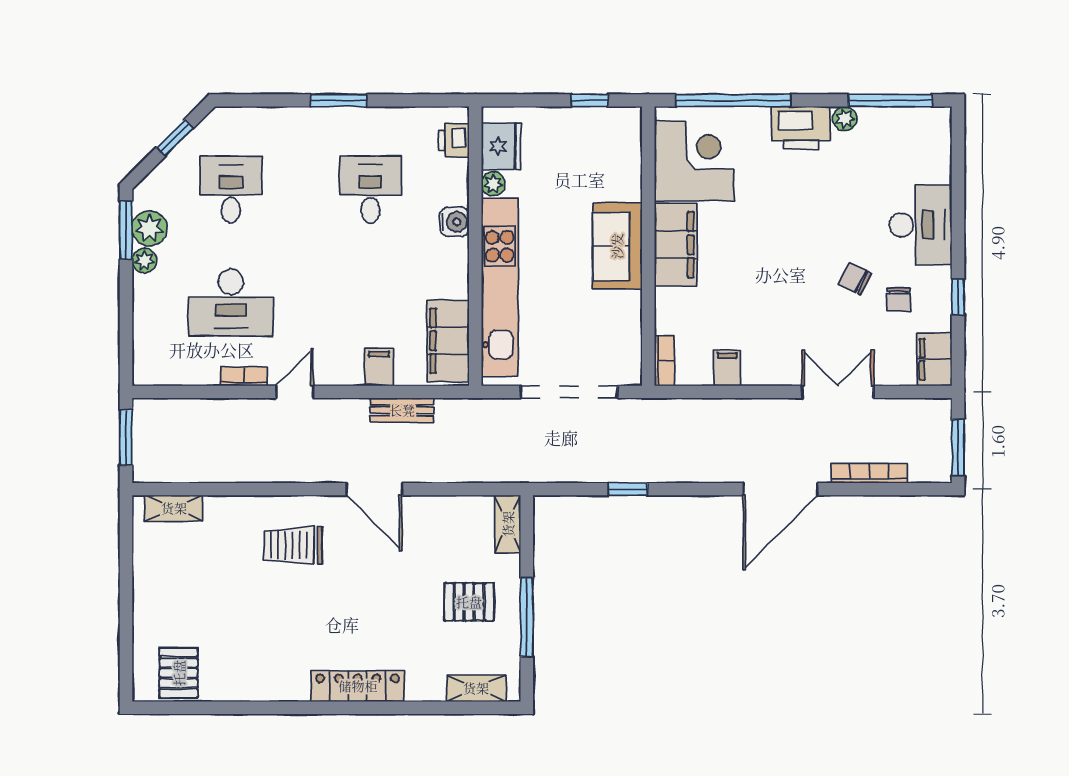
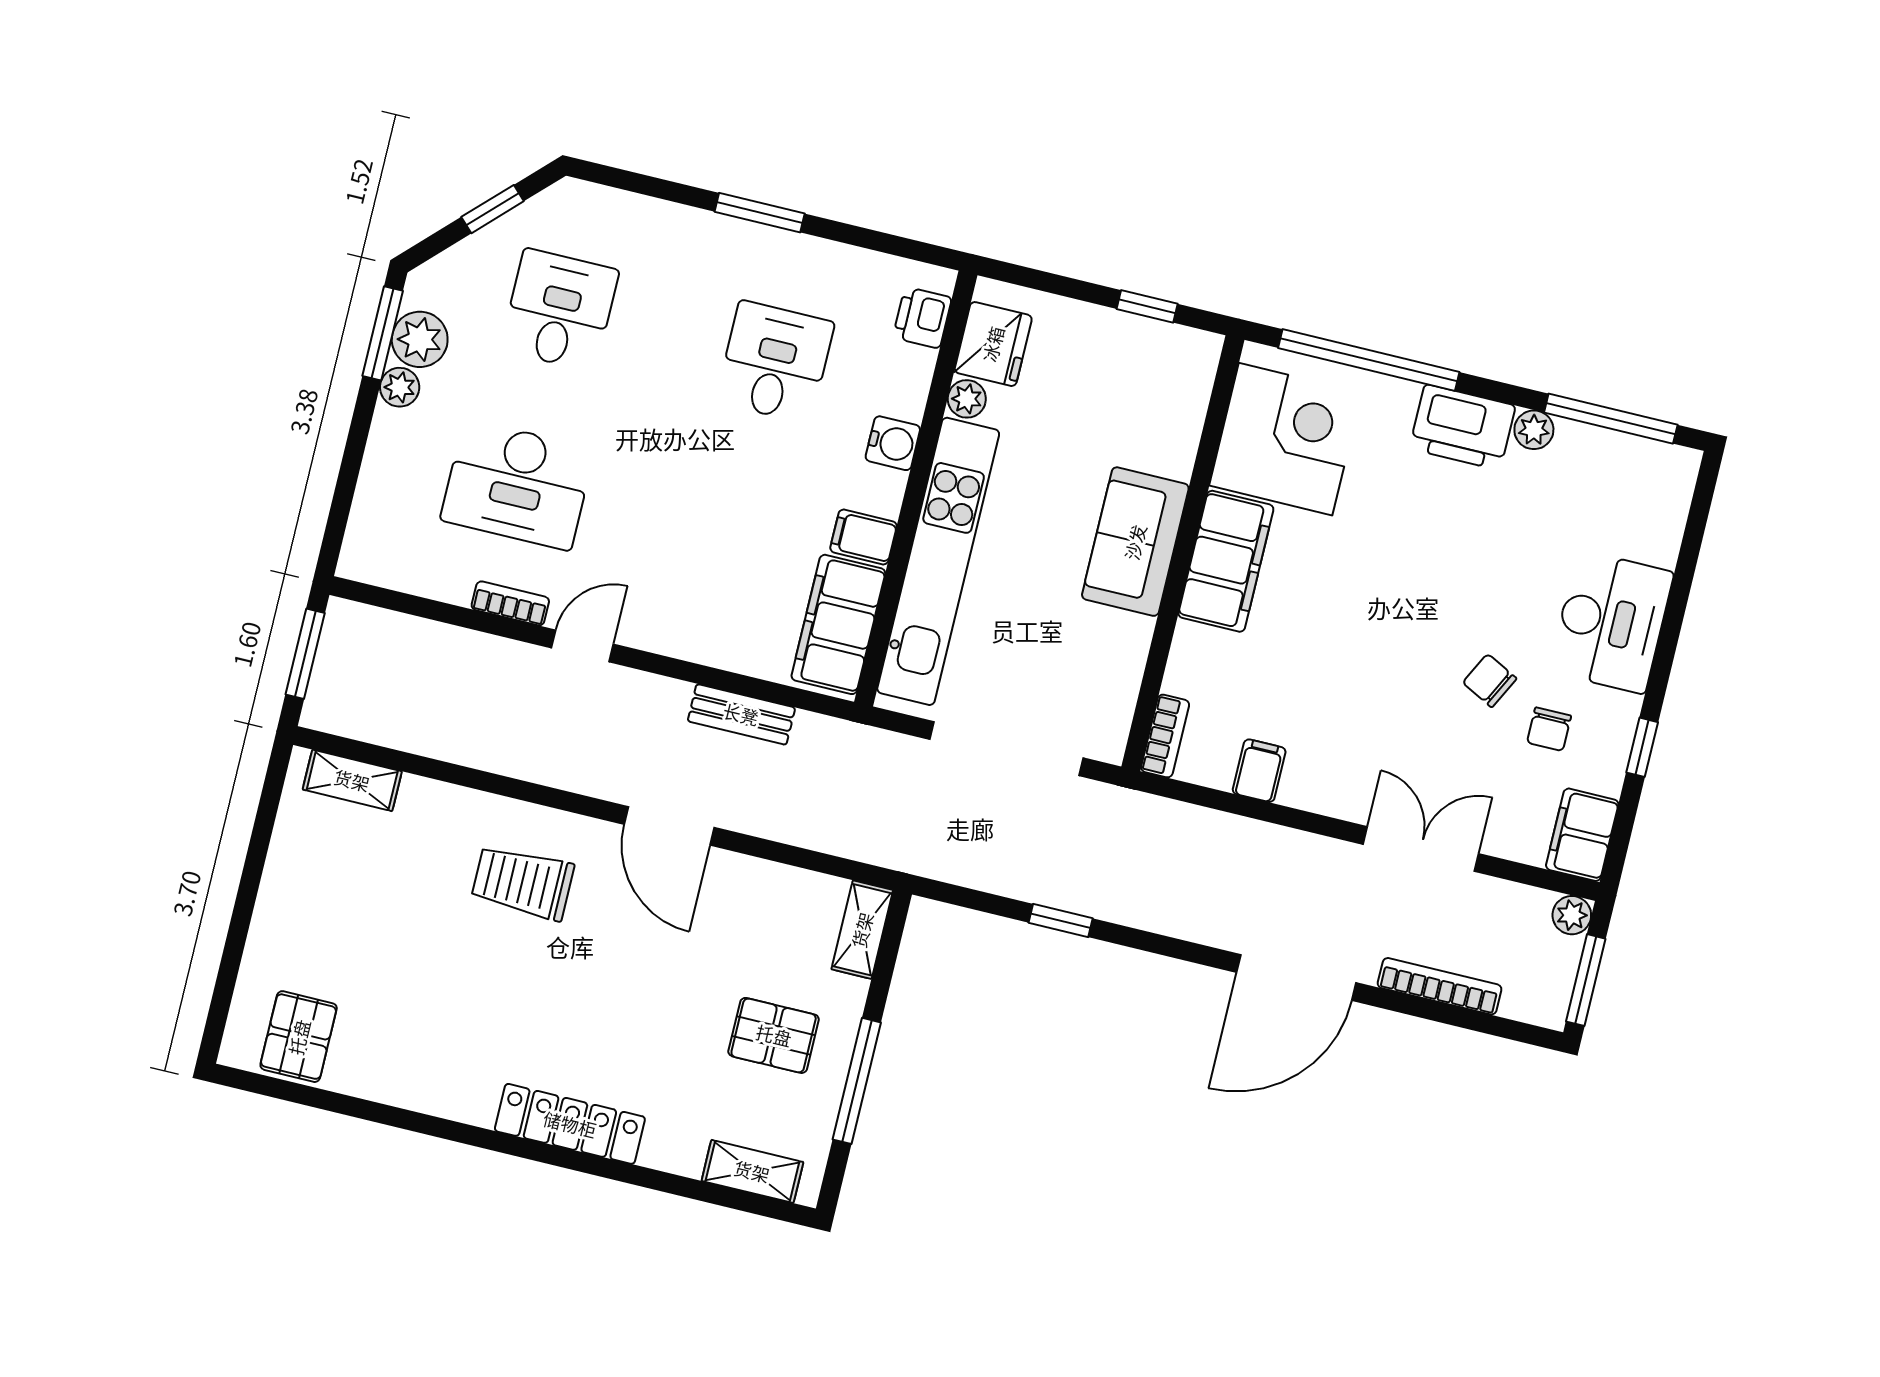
filing cabinet: (379, 367) -> (864, 537), moved, turned -90
plant: (940, 410) -> (1572, 915), added

